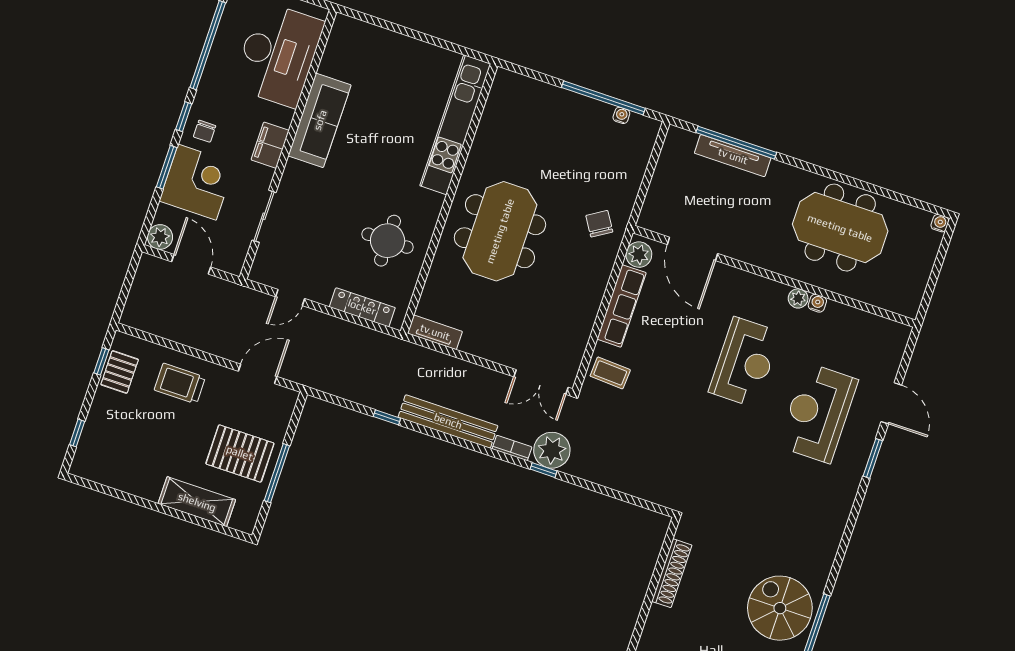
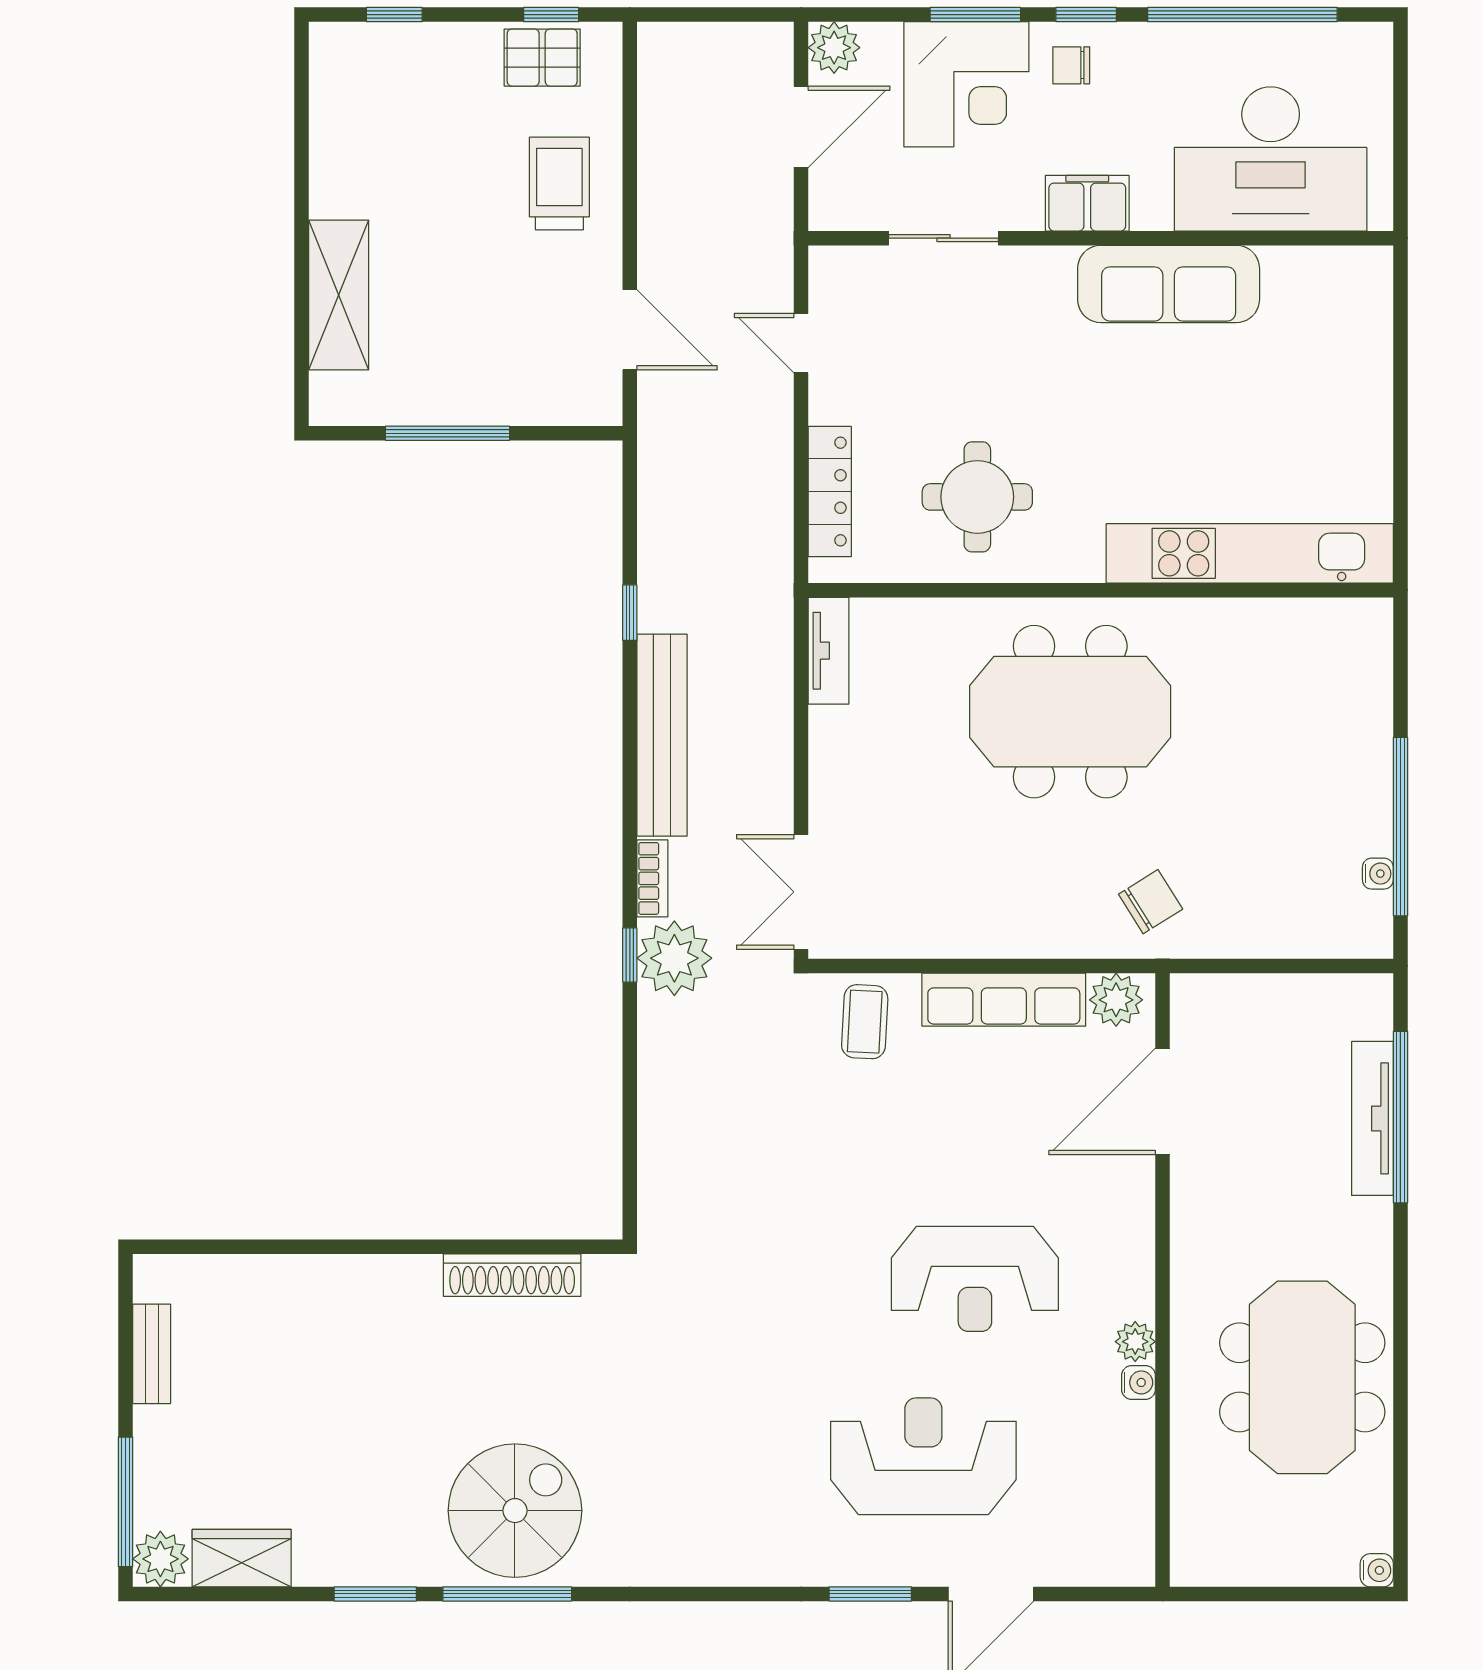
pallet: (240, 453) -> (462, 348), removed

